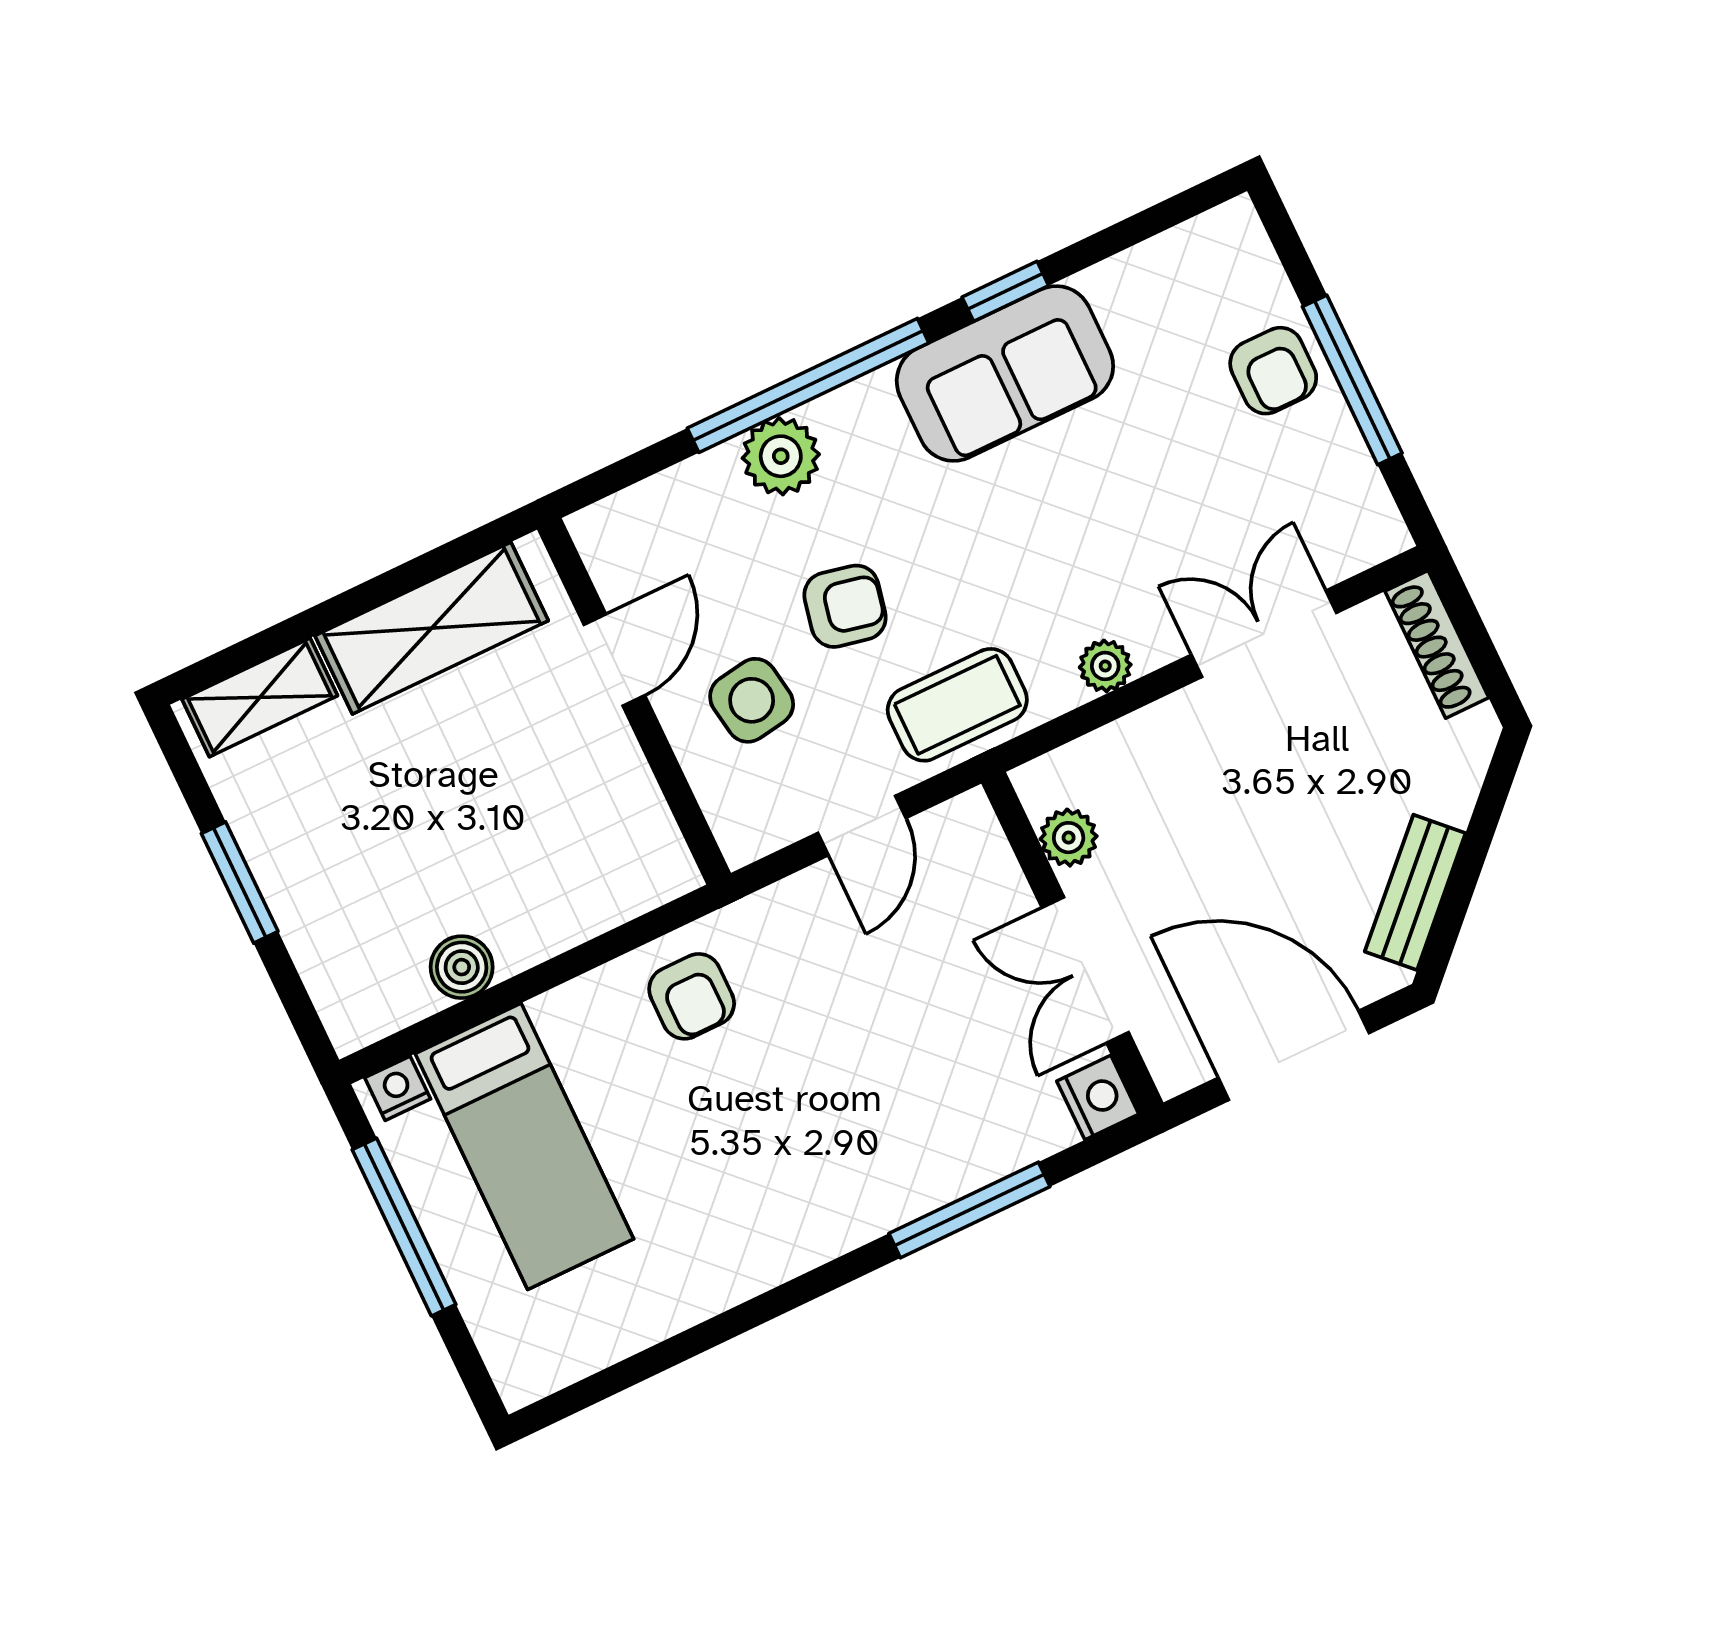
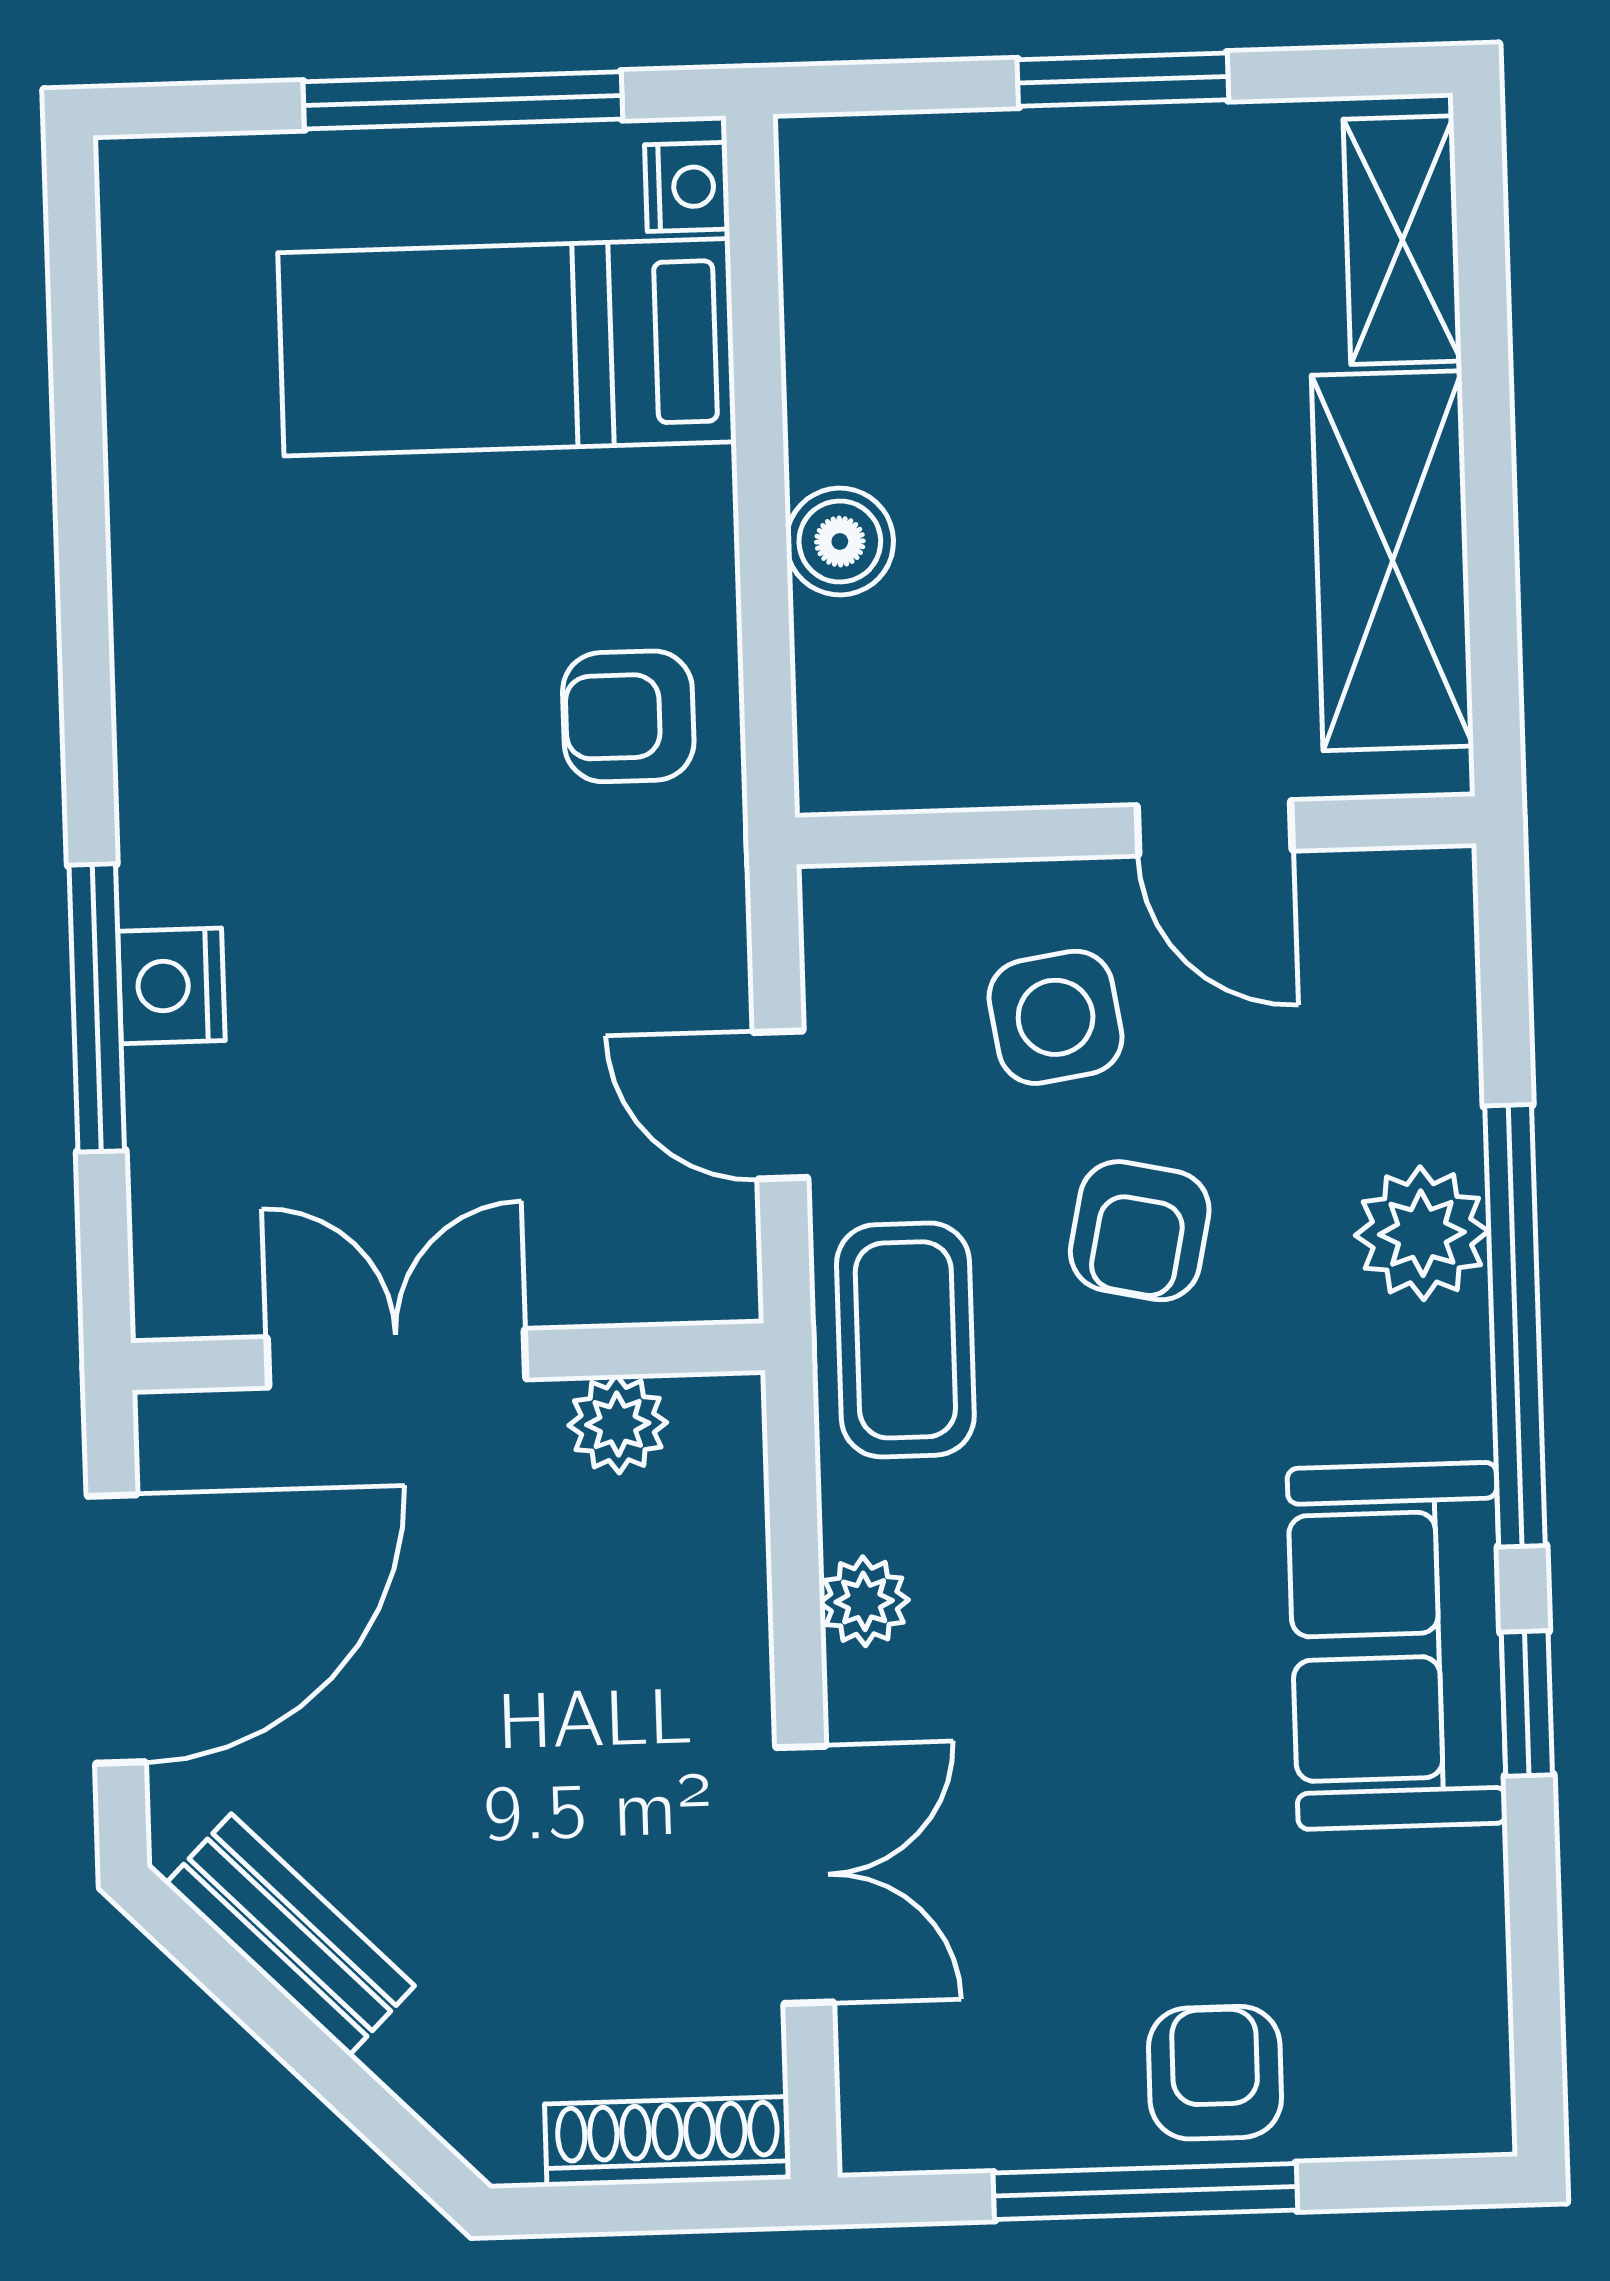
armchair: (1273, 371) -> (1215, 2073), turned 90
boiler: (462, 967) -> (840, 541), moved
nightstand: (1098, 1098) -> (171, 986), moved, turned 90

